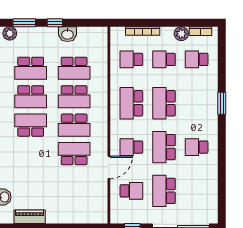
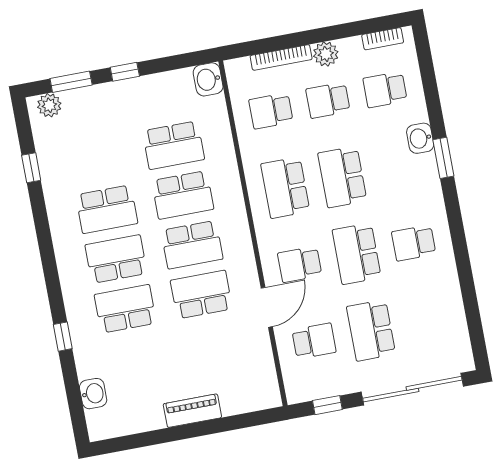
washbasin: (67, 34) -> (208, 79), moved, turned 90
plant: (181, 34) -> (326, 54), moved
school desk: (31, 68) -> (125, 309), moved, turned 180
washbasin: (211, 90) -> (420, 138), added
piano: (30, 217) -> (192, 411), moved

